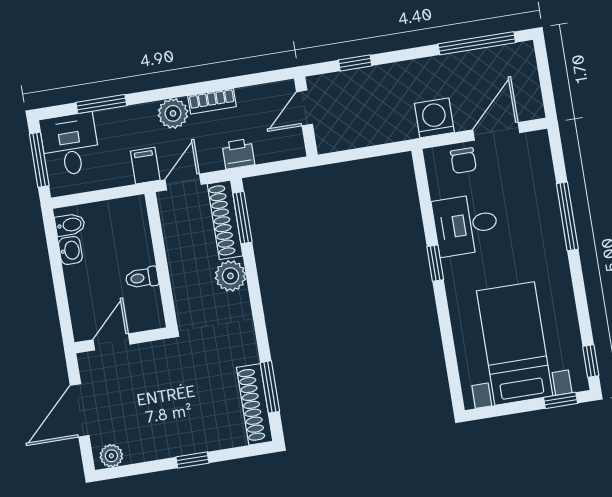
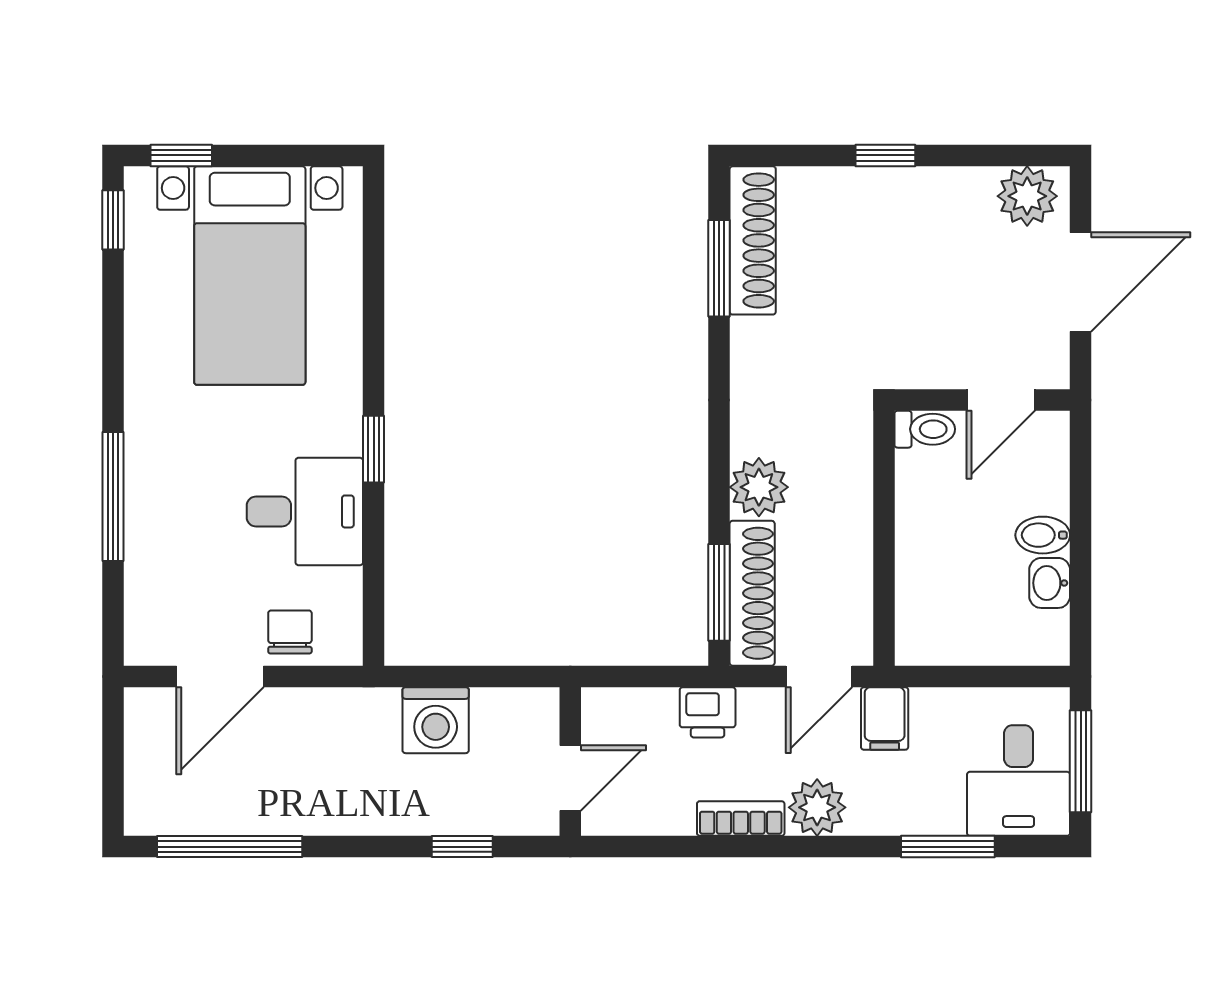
washing machine: (434, 118) -> (436, 720), moved
bidet: (70, 225) -> (1043, 535), moved
toilet: (142, 278) -> (925, 429), moved
plant: (111, 456) -> (1027, 196), width x1.38, depth x1.38

